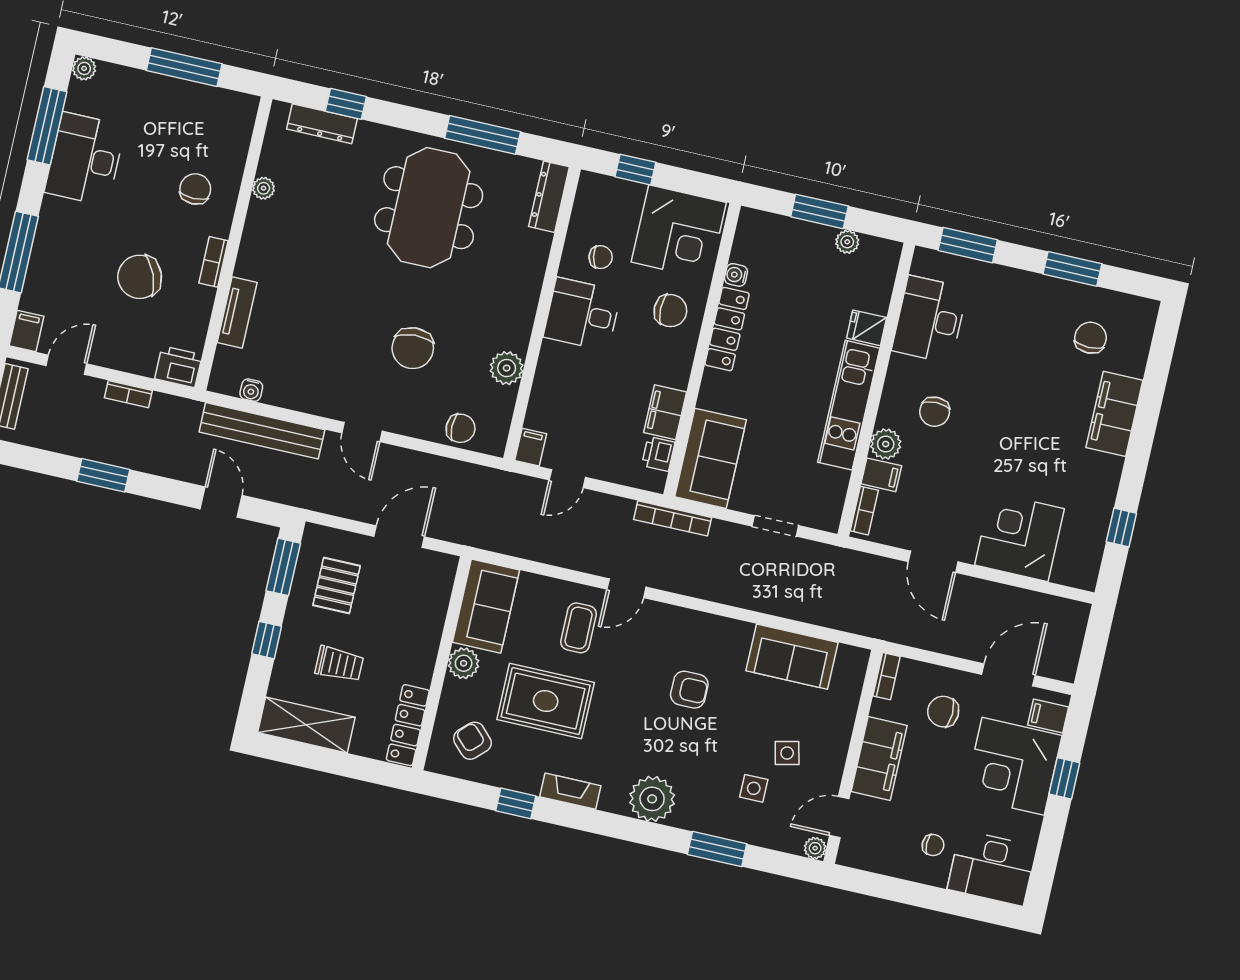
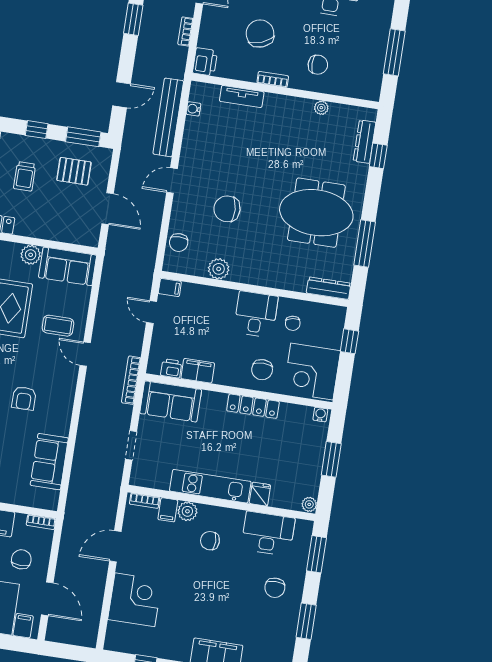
plant: (847, 242) -> (309, 504), moved
water cooler: (736, 275) -> (320, 415), moved
chair: (1090, 338) -> (275, 588), moved, turned 90

